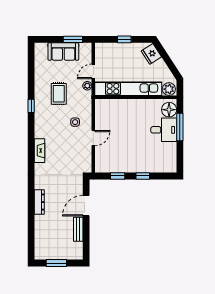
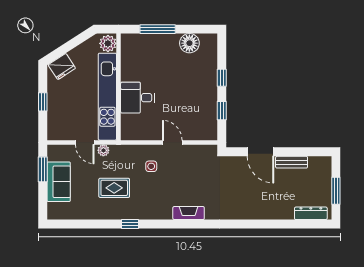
floor lamp: (169, 110) -> (189, 43), moved
desk: (164, 130) -> (138, 98), moved, turned -90
dresser: (39, 202) -> (311, 213), moved

